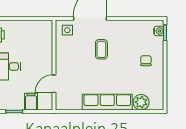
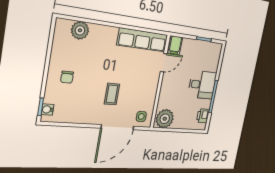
plant: (41, 29) -> (165, 119), added
filing cabinet: (31, 102) -> (175, 45), moved
row of seats: (107, 102) -> (143, 40), moved

